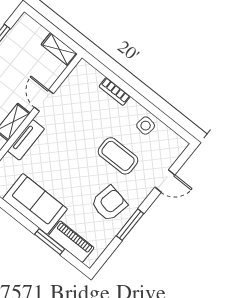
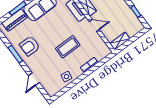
coffee table: (118, 156) -> (68, 47), moved
armchair: (109, 204) -> (30, 46), turned 79

